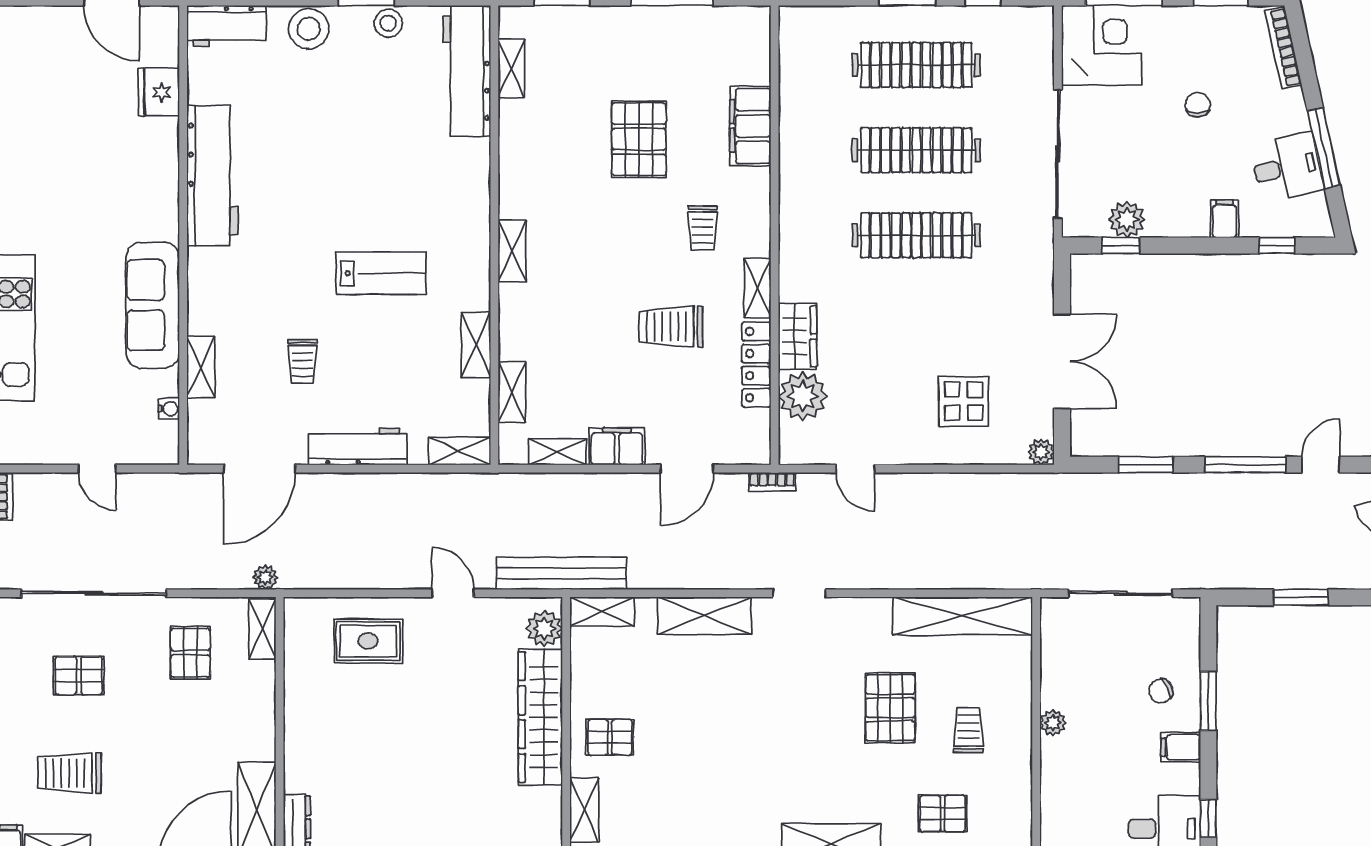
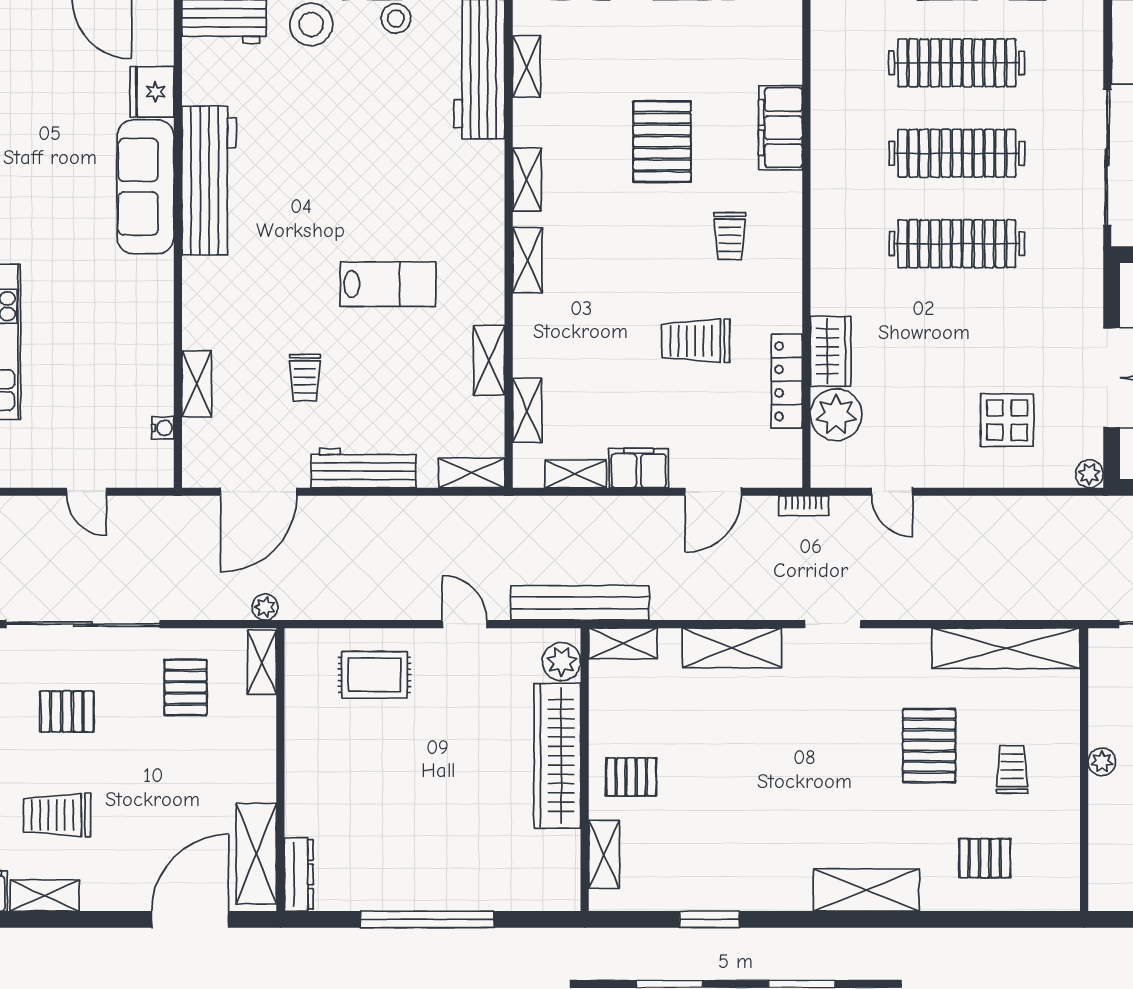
shelving: (758, 288) -> (527, 180), moved
sofa: (153, 305) -> (145, 187), moved

